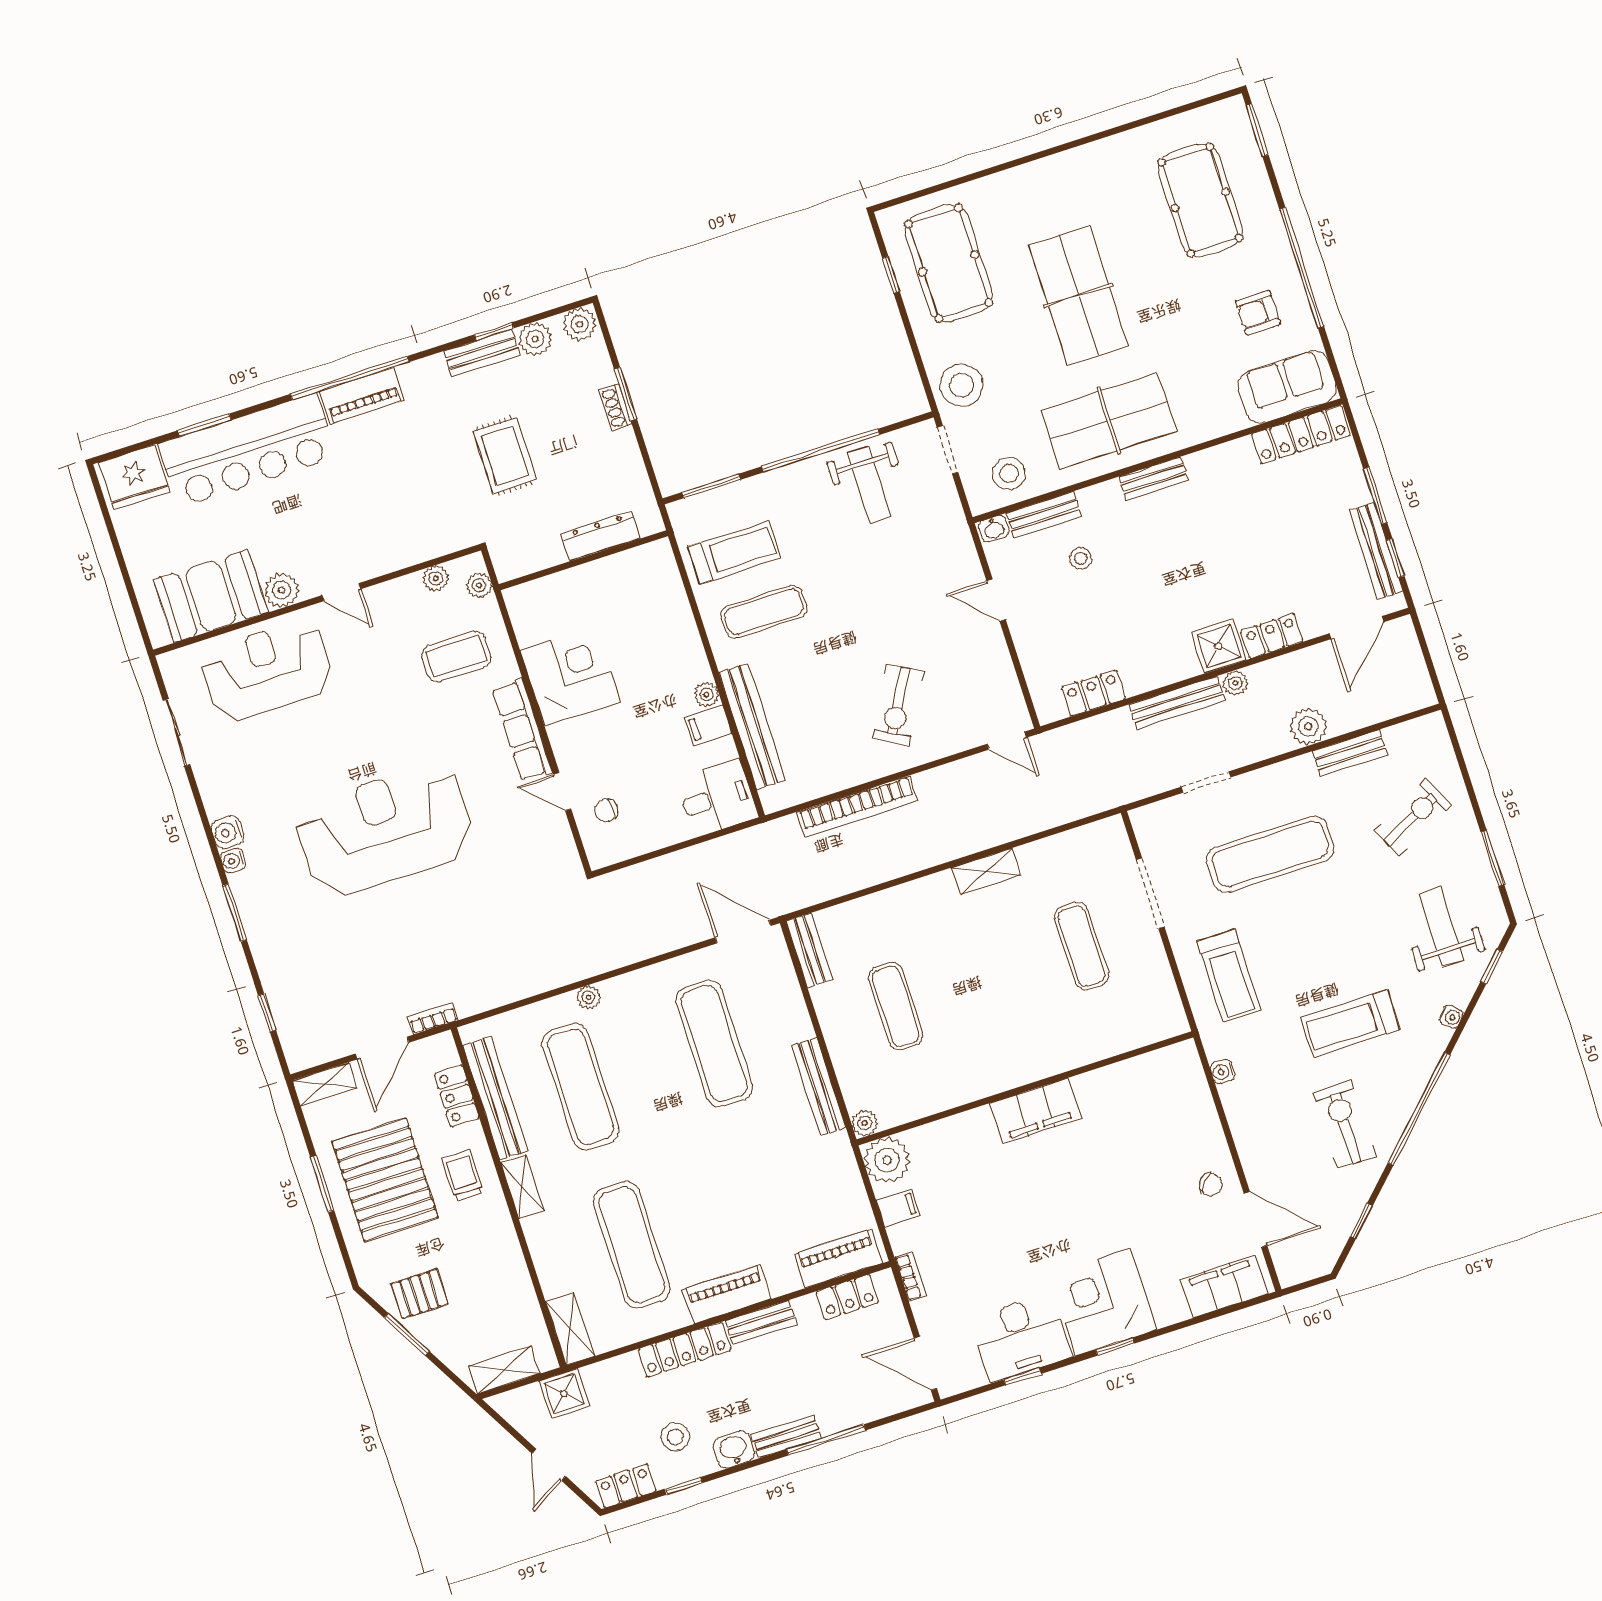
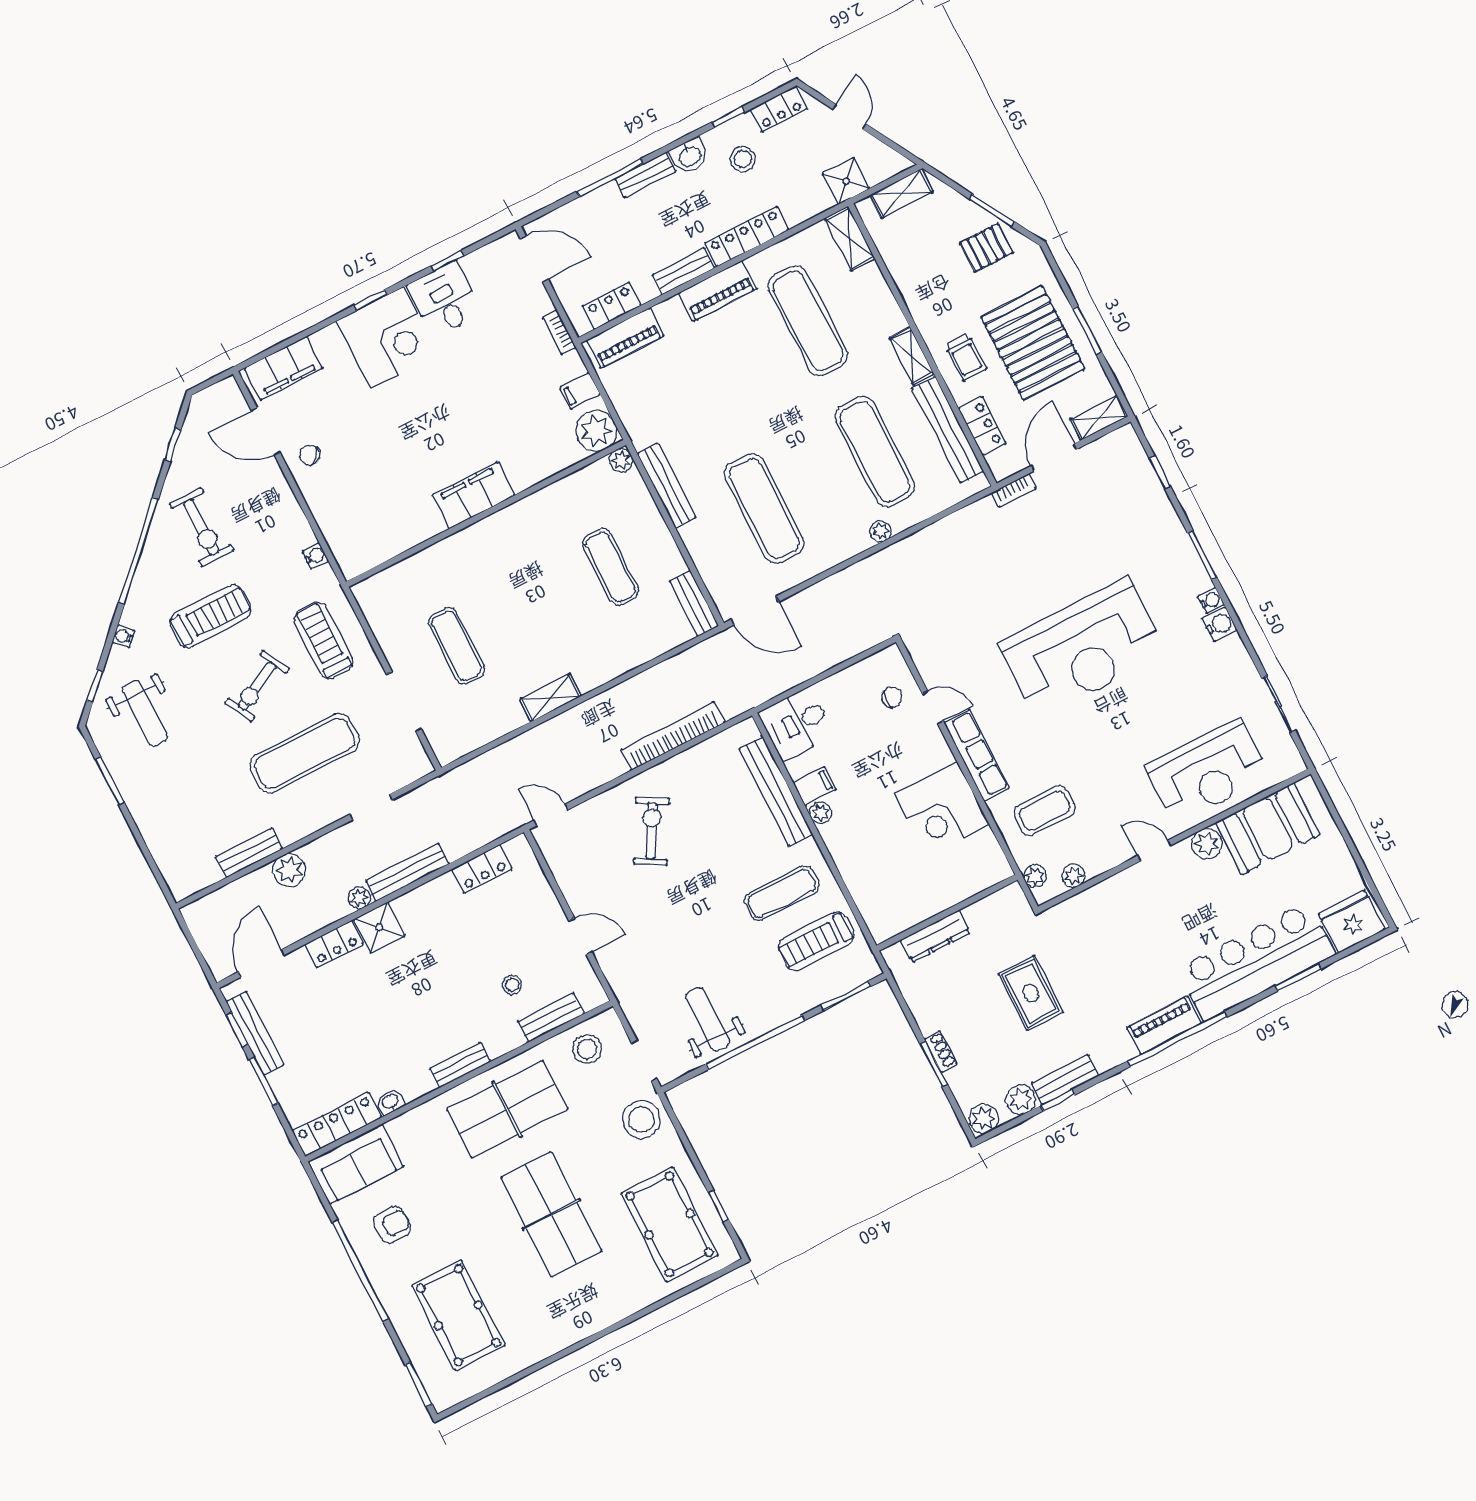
washbasin: (994, 529) -> (390, 1102), moved
exercise bike: (1413, 817) -> (257, 686), moved
desk: (1021, 1338) -> (445, 299), width x0.73

